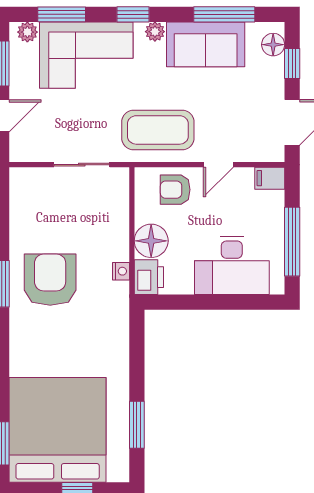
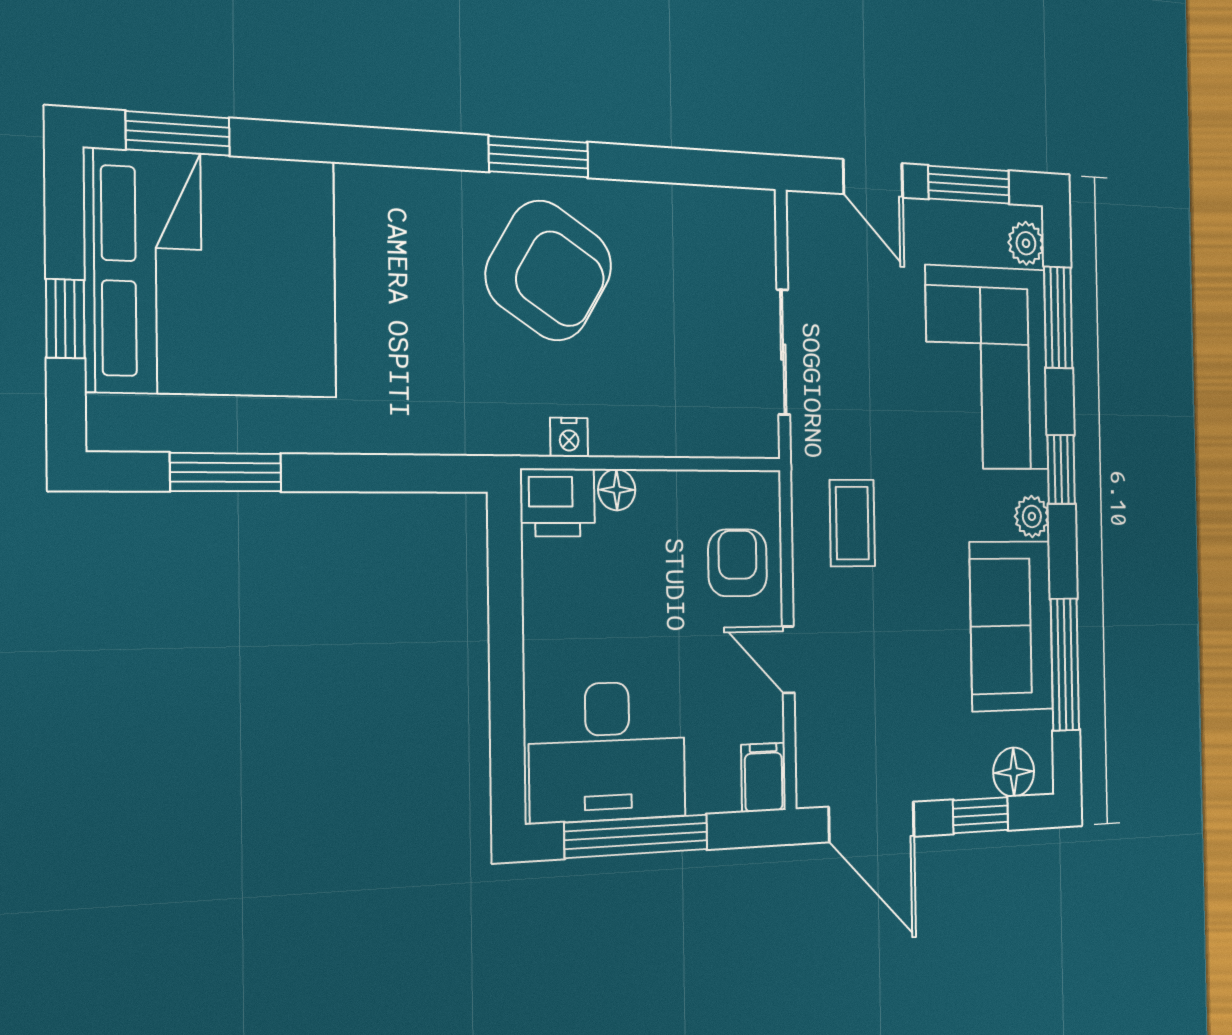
coffee table: (158, 130) -> (852, 523), width x0.54, depth x0.58
floor lamp: (151, 241) -> (617, 490), width x0.53, depth x0.53
desk: (232, 265) -> (608, 752), moved, turned -90
armchair: (50, 280) -> (549, 271), turned 32

